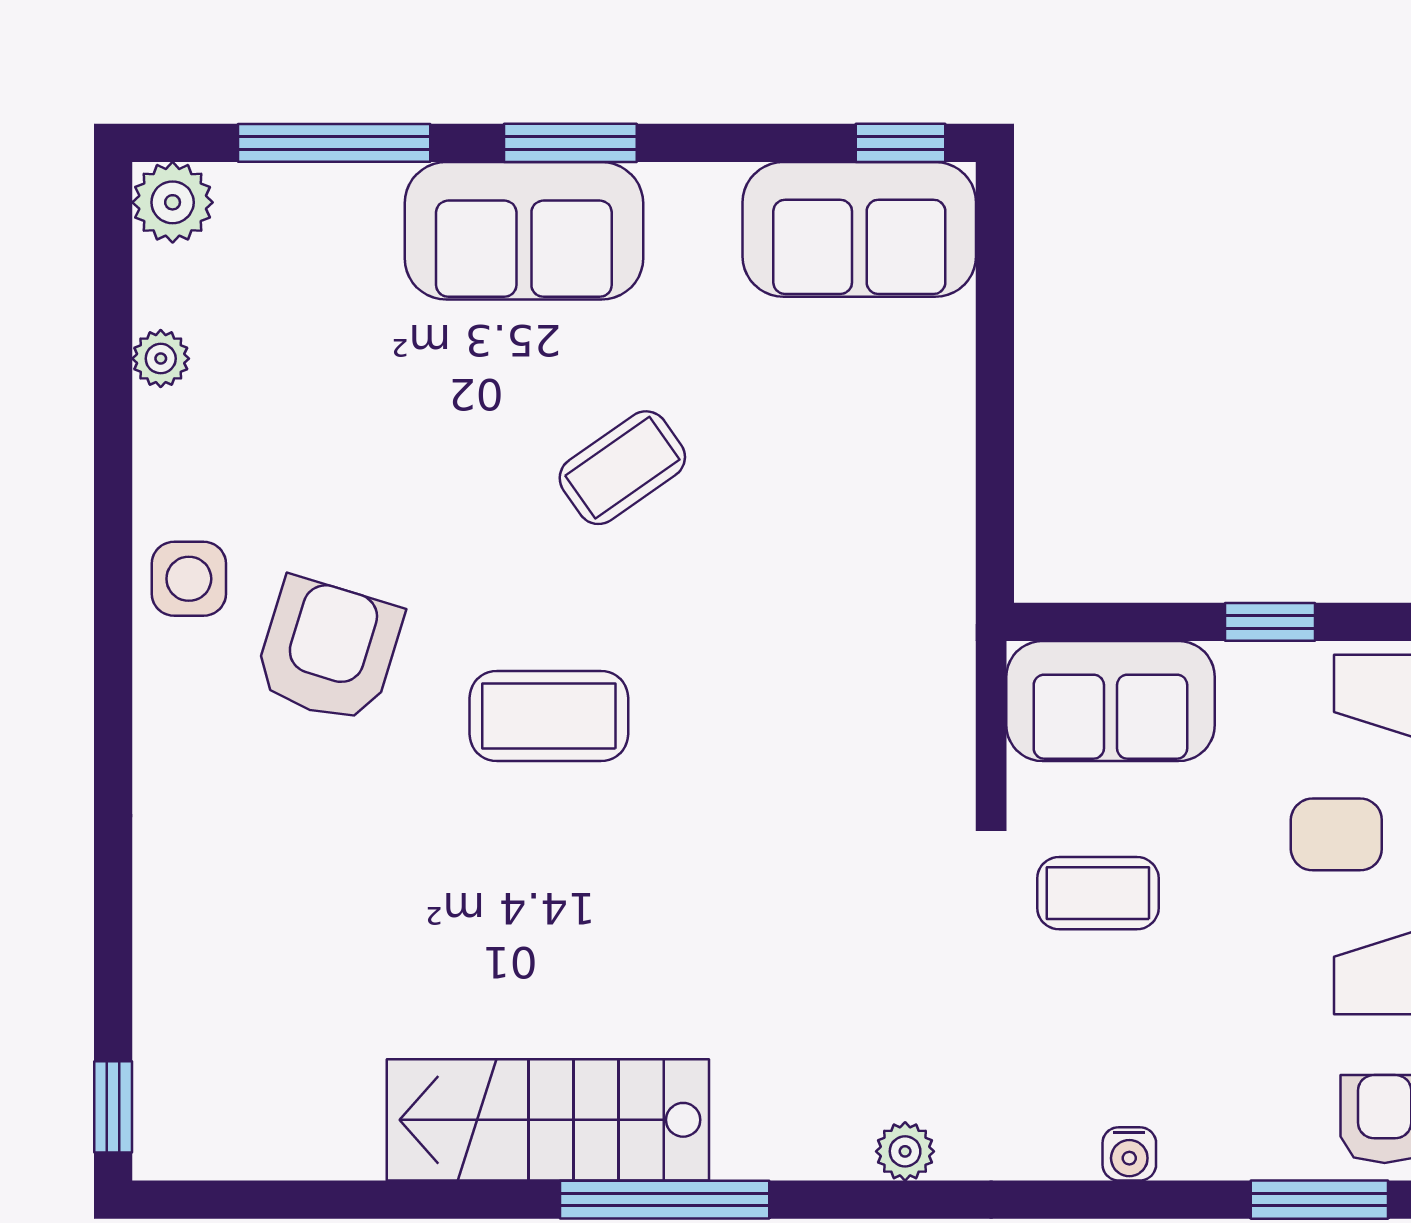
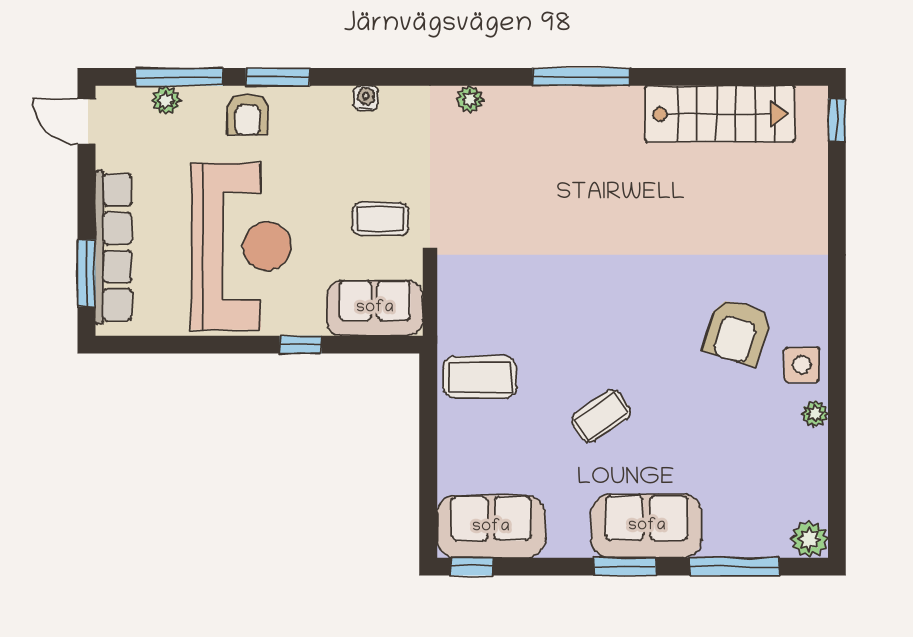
plant: (161, 359) -> (815, 413), moved
coffee table: (549, 716) -> (480, 377), moved
stairs: (548, 1120) -> (720, 114), moved

